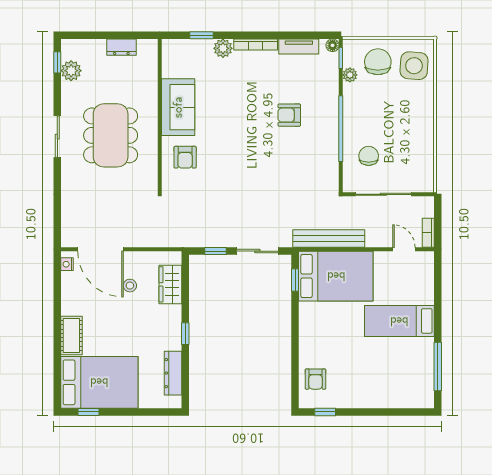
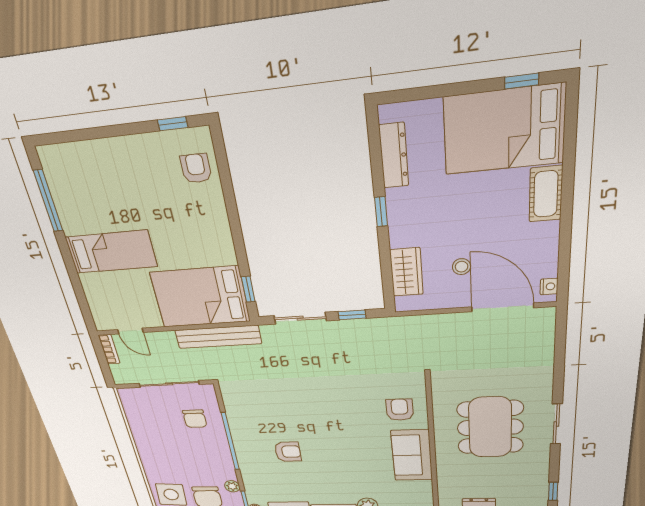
plant: (71, 71) -> (537, 485), removed

